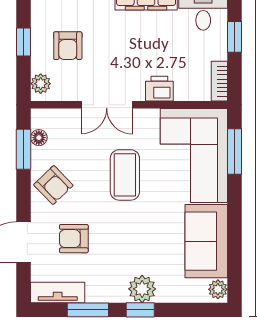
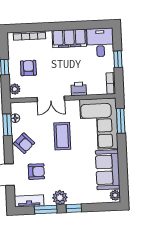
armchair: (68, 46) -> (28, 68), turned 180
armchair: (74, 239) -> (36, 172), turned 180
plant: (142, 289) -> (60, 198), moved

